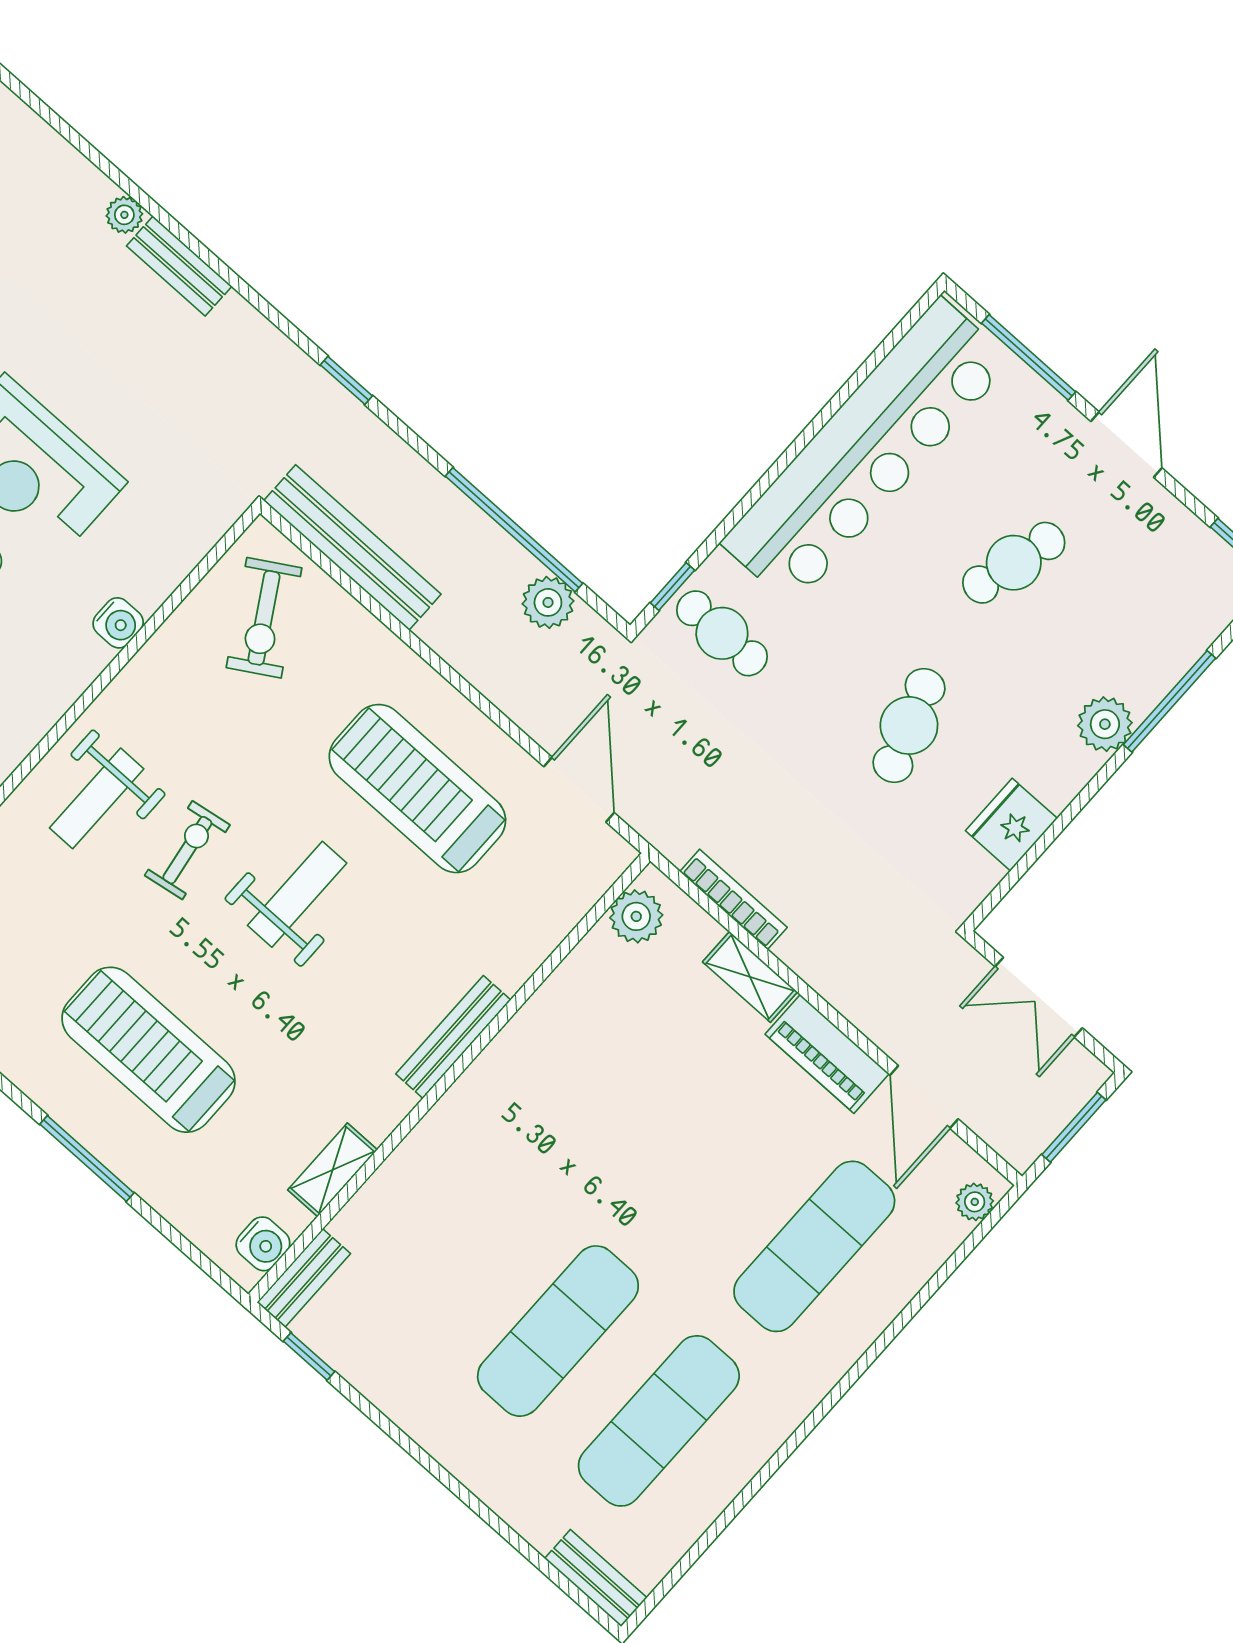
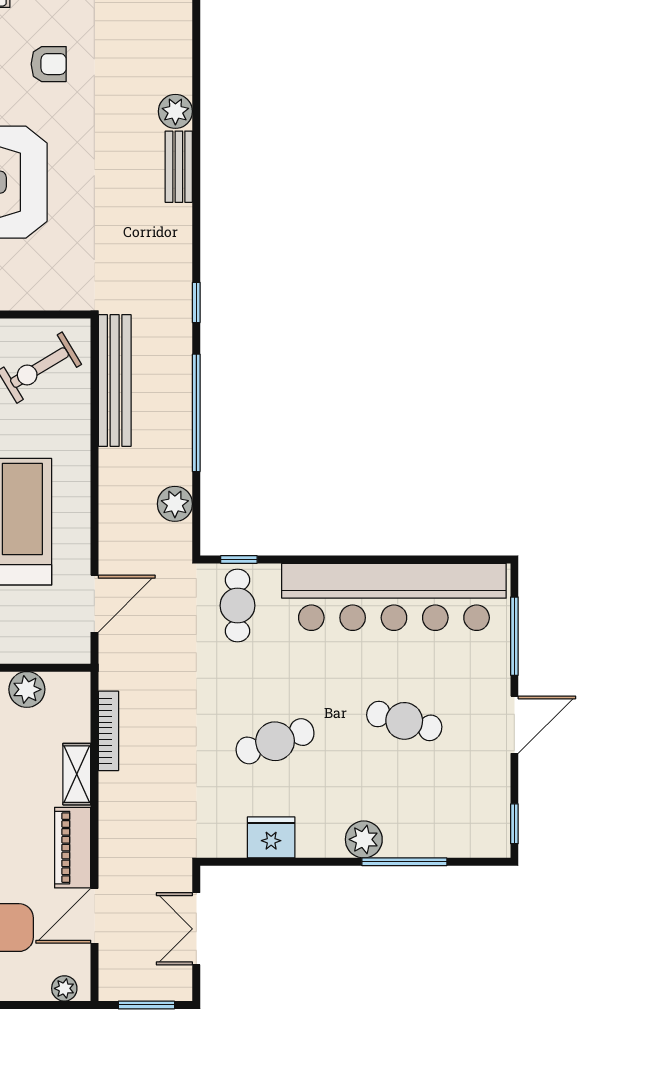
plant: (124, 215) -> (175, 111), width x1.38, depth x1.38
window: (514, 530) -> (196, 413), moved
plant: (636, 916) -> (27, 689), moved

